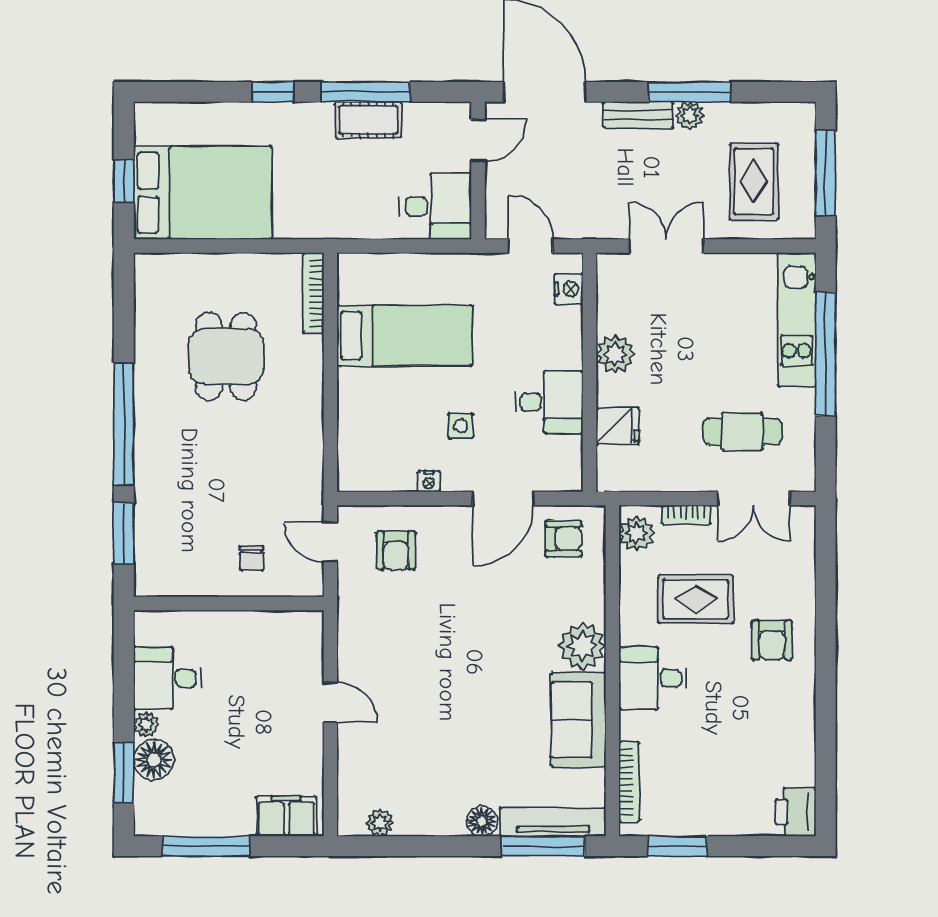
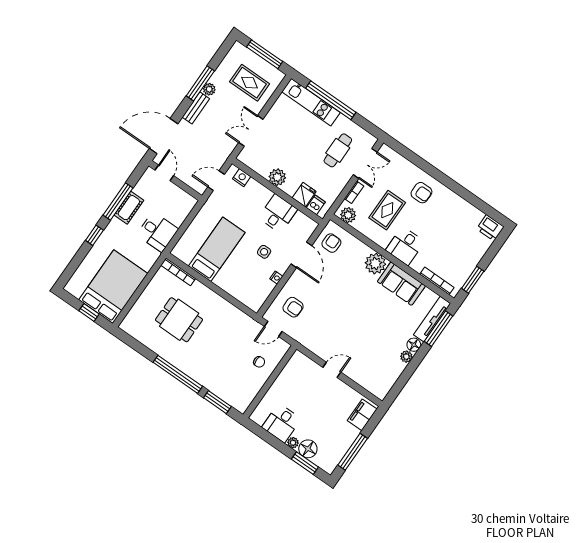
desk: (436, 206) -> (157, 232), moved, turned 90
dishwasher: (614, 461) -> (316, 205), added
plant: (380, 823) -> (406, 357), moved

